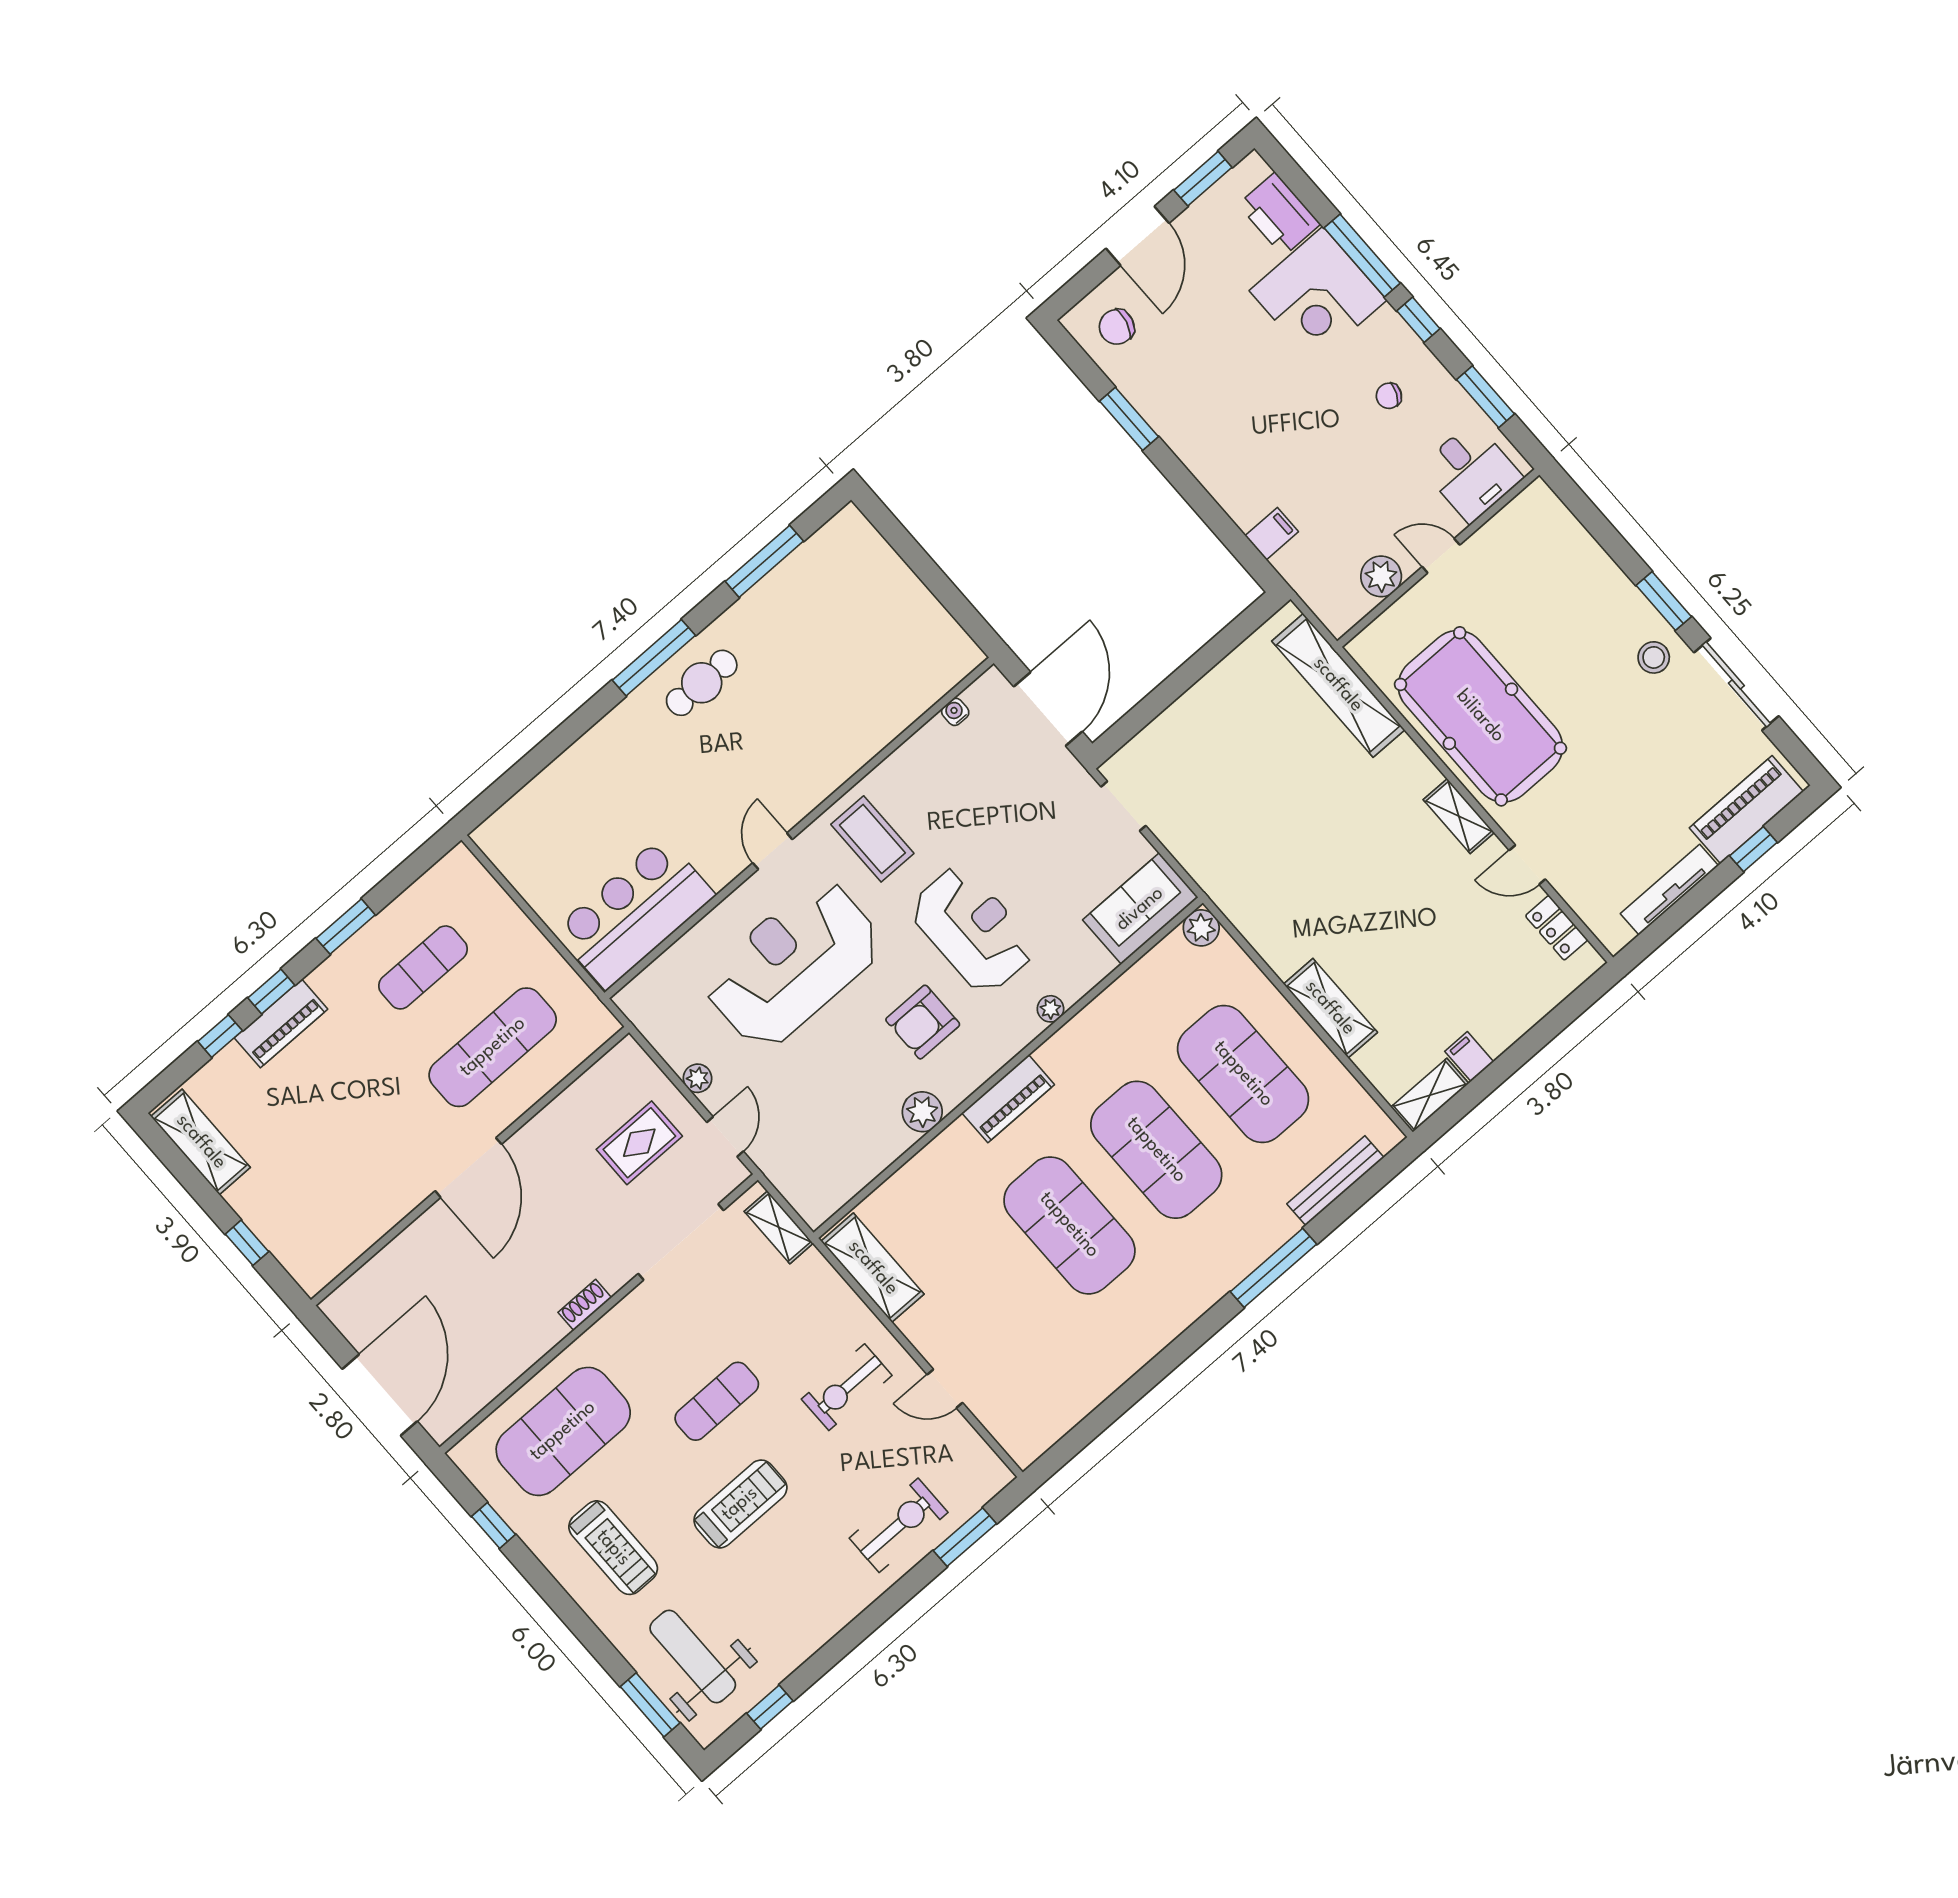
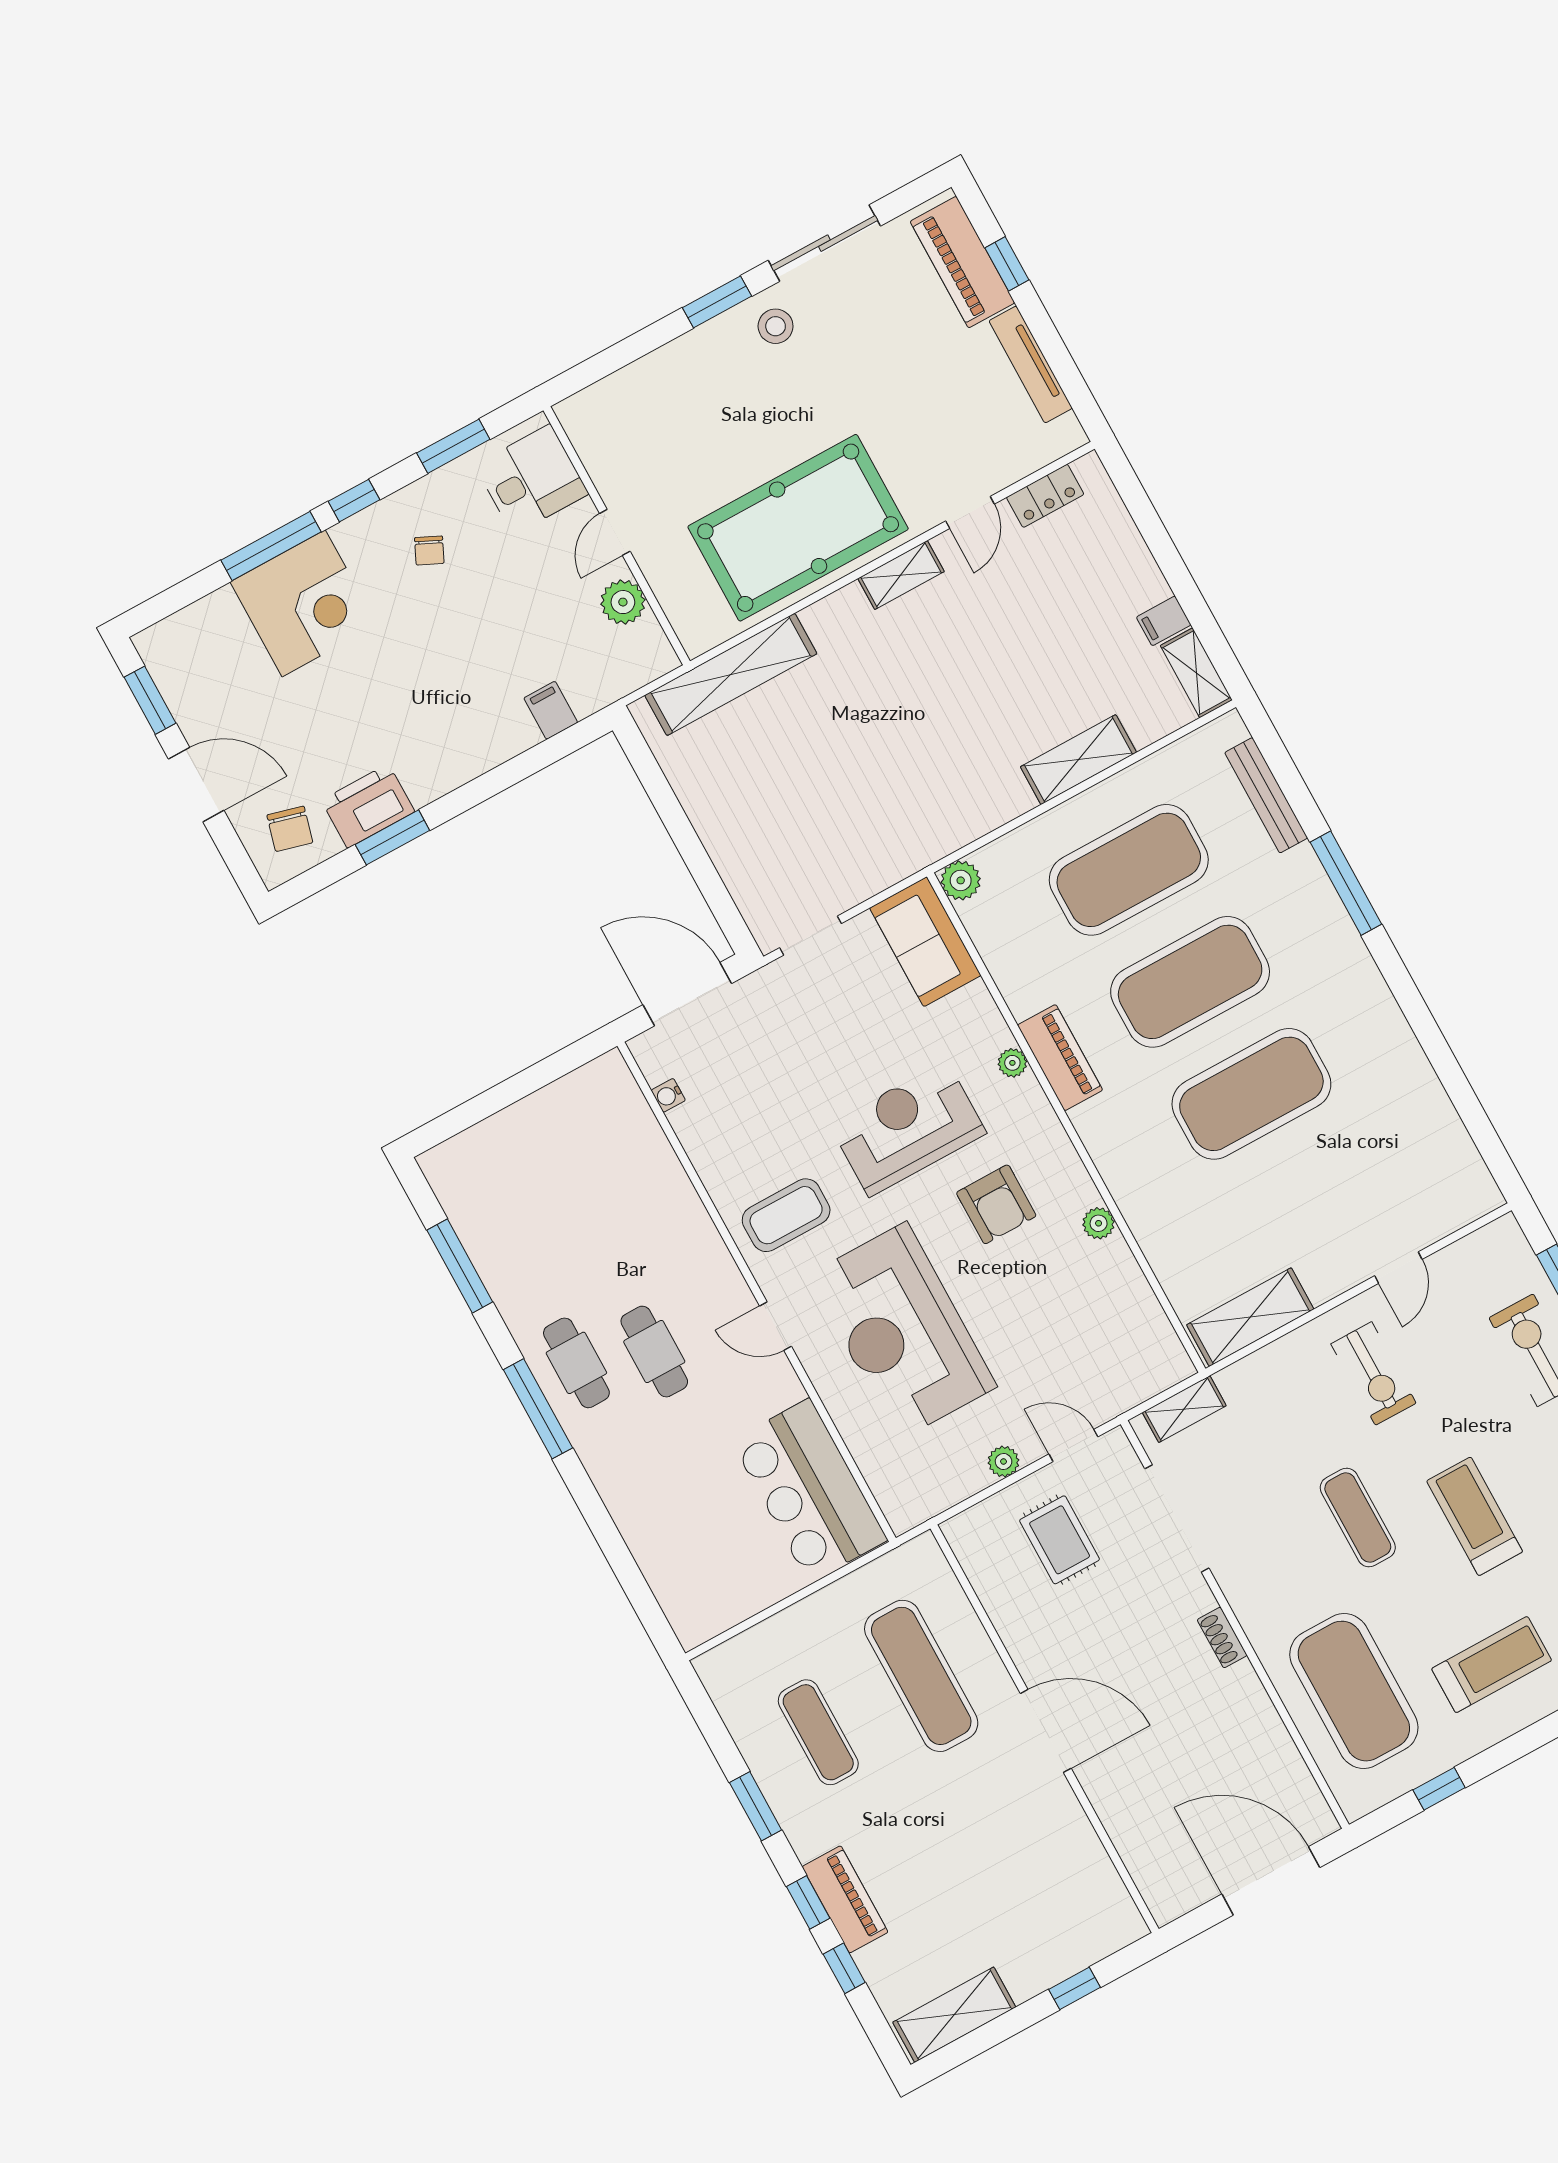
printer: (1279, 214) -> (368, 806), moved, turned 180
cafe table: (727, 749) -> (654, 1352), added
piano: (1008, 1099) -> (1060, 1058), moved
plant: (922, 1112) -> (1099, 1223), width x0.73, depth x0.73

